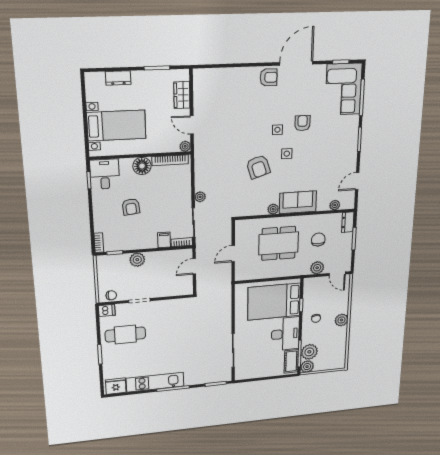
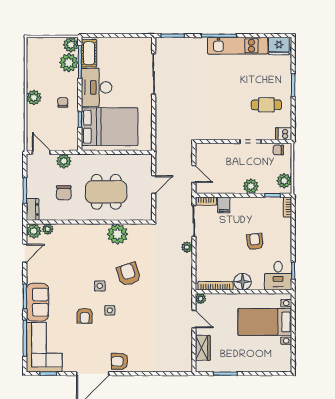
dresser: (118, 78) -> (261, 366), removed
sofa: (298, 202) -> (37, 302), moved, turned -90
plant: (348, 202) -> (34, 231), added
plant: (273, 209) -> (117, 234), width x1.88, depth x1.88
door: (194, 266) -> (194, 174), hinge flipped
plant: (104, 267) -> (284, 181), added
cafe table: (125, 335) -> (266, 105), width x0.73, depth x0.74

